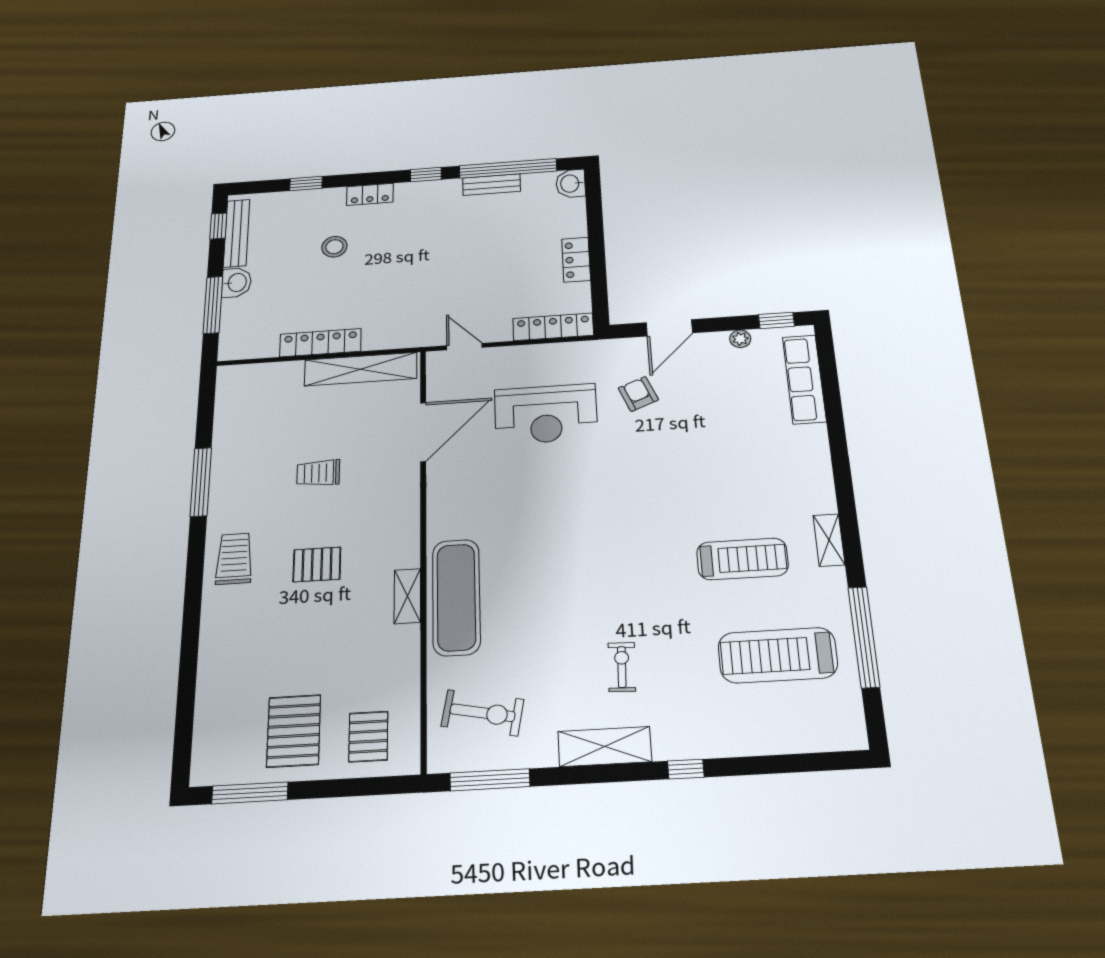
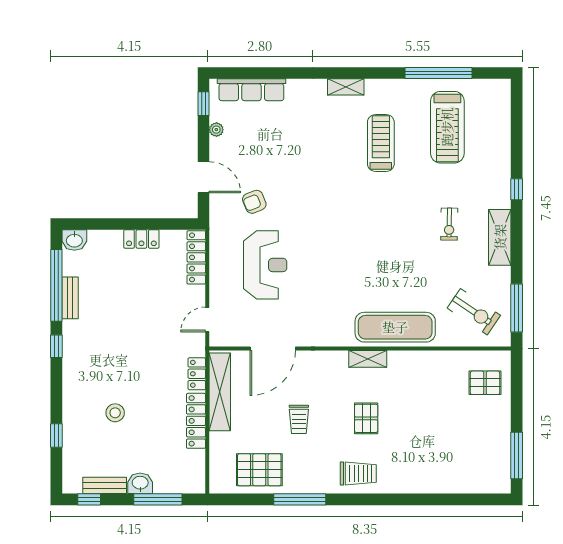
locker: (370, 194) -> (197, 374), moved, turned 180
bench: (237, 233) -> (105, 485), width x0.73
door: (423, 432) -> (273, 348), swing flipped
shelving: (829, 540) -> (346, 87), moved
trolley: (234, 559) -> (358, 473), turned 180
shelving: (407, 596) -> (368, 359), moved
exercise bike: (622, 667) -> (449, 224), turned -91
exercise bike: (483, 713) -> (474, 312), turned 113
pallet: (294, 731) -> (259, 470), moved

